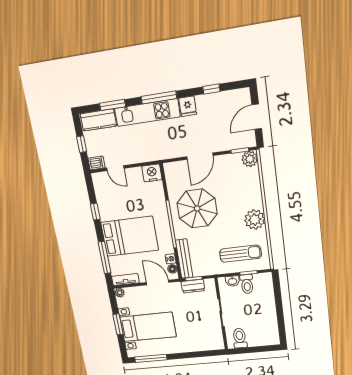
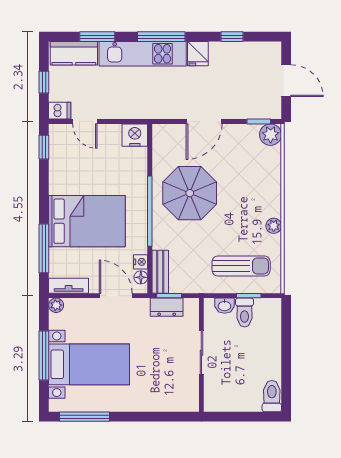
door: (257, 117) -> (286, 81), swing flipped
window: (95, 212) -> (44, 147), moved
plant: (255, 220) -> (274, 226), width x0.53, depth x0.53
bench: (184, 259) -> (160, 272), width x0.73
window: (118, 324) -> (44, 356), width x1.44
toilet: (240, 338) -> (272, 396), moved

